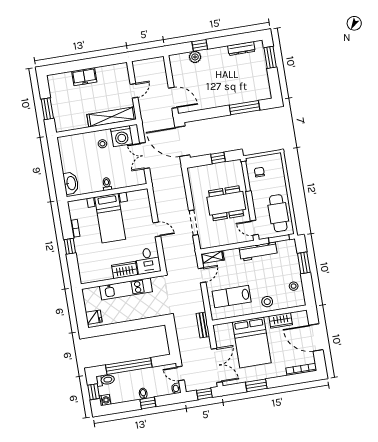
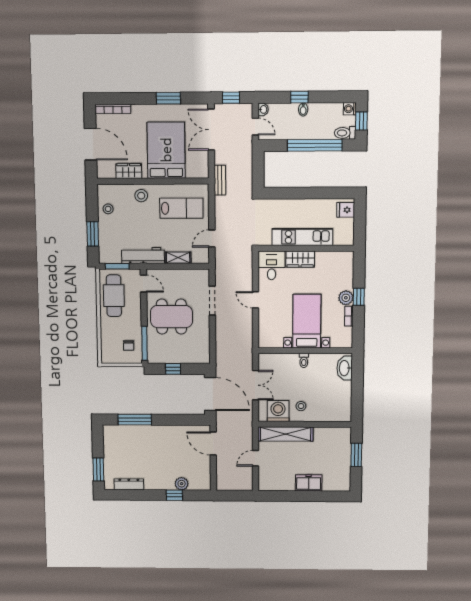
plant: (81, 244) -> (346, 298), added
shelving: (212, 257) -> (178, 258), moved

